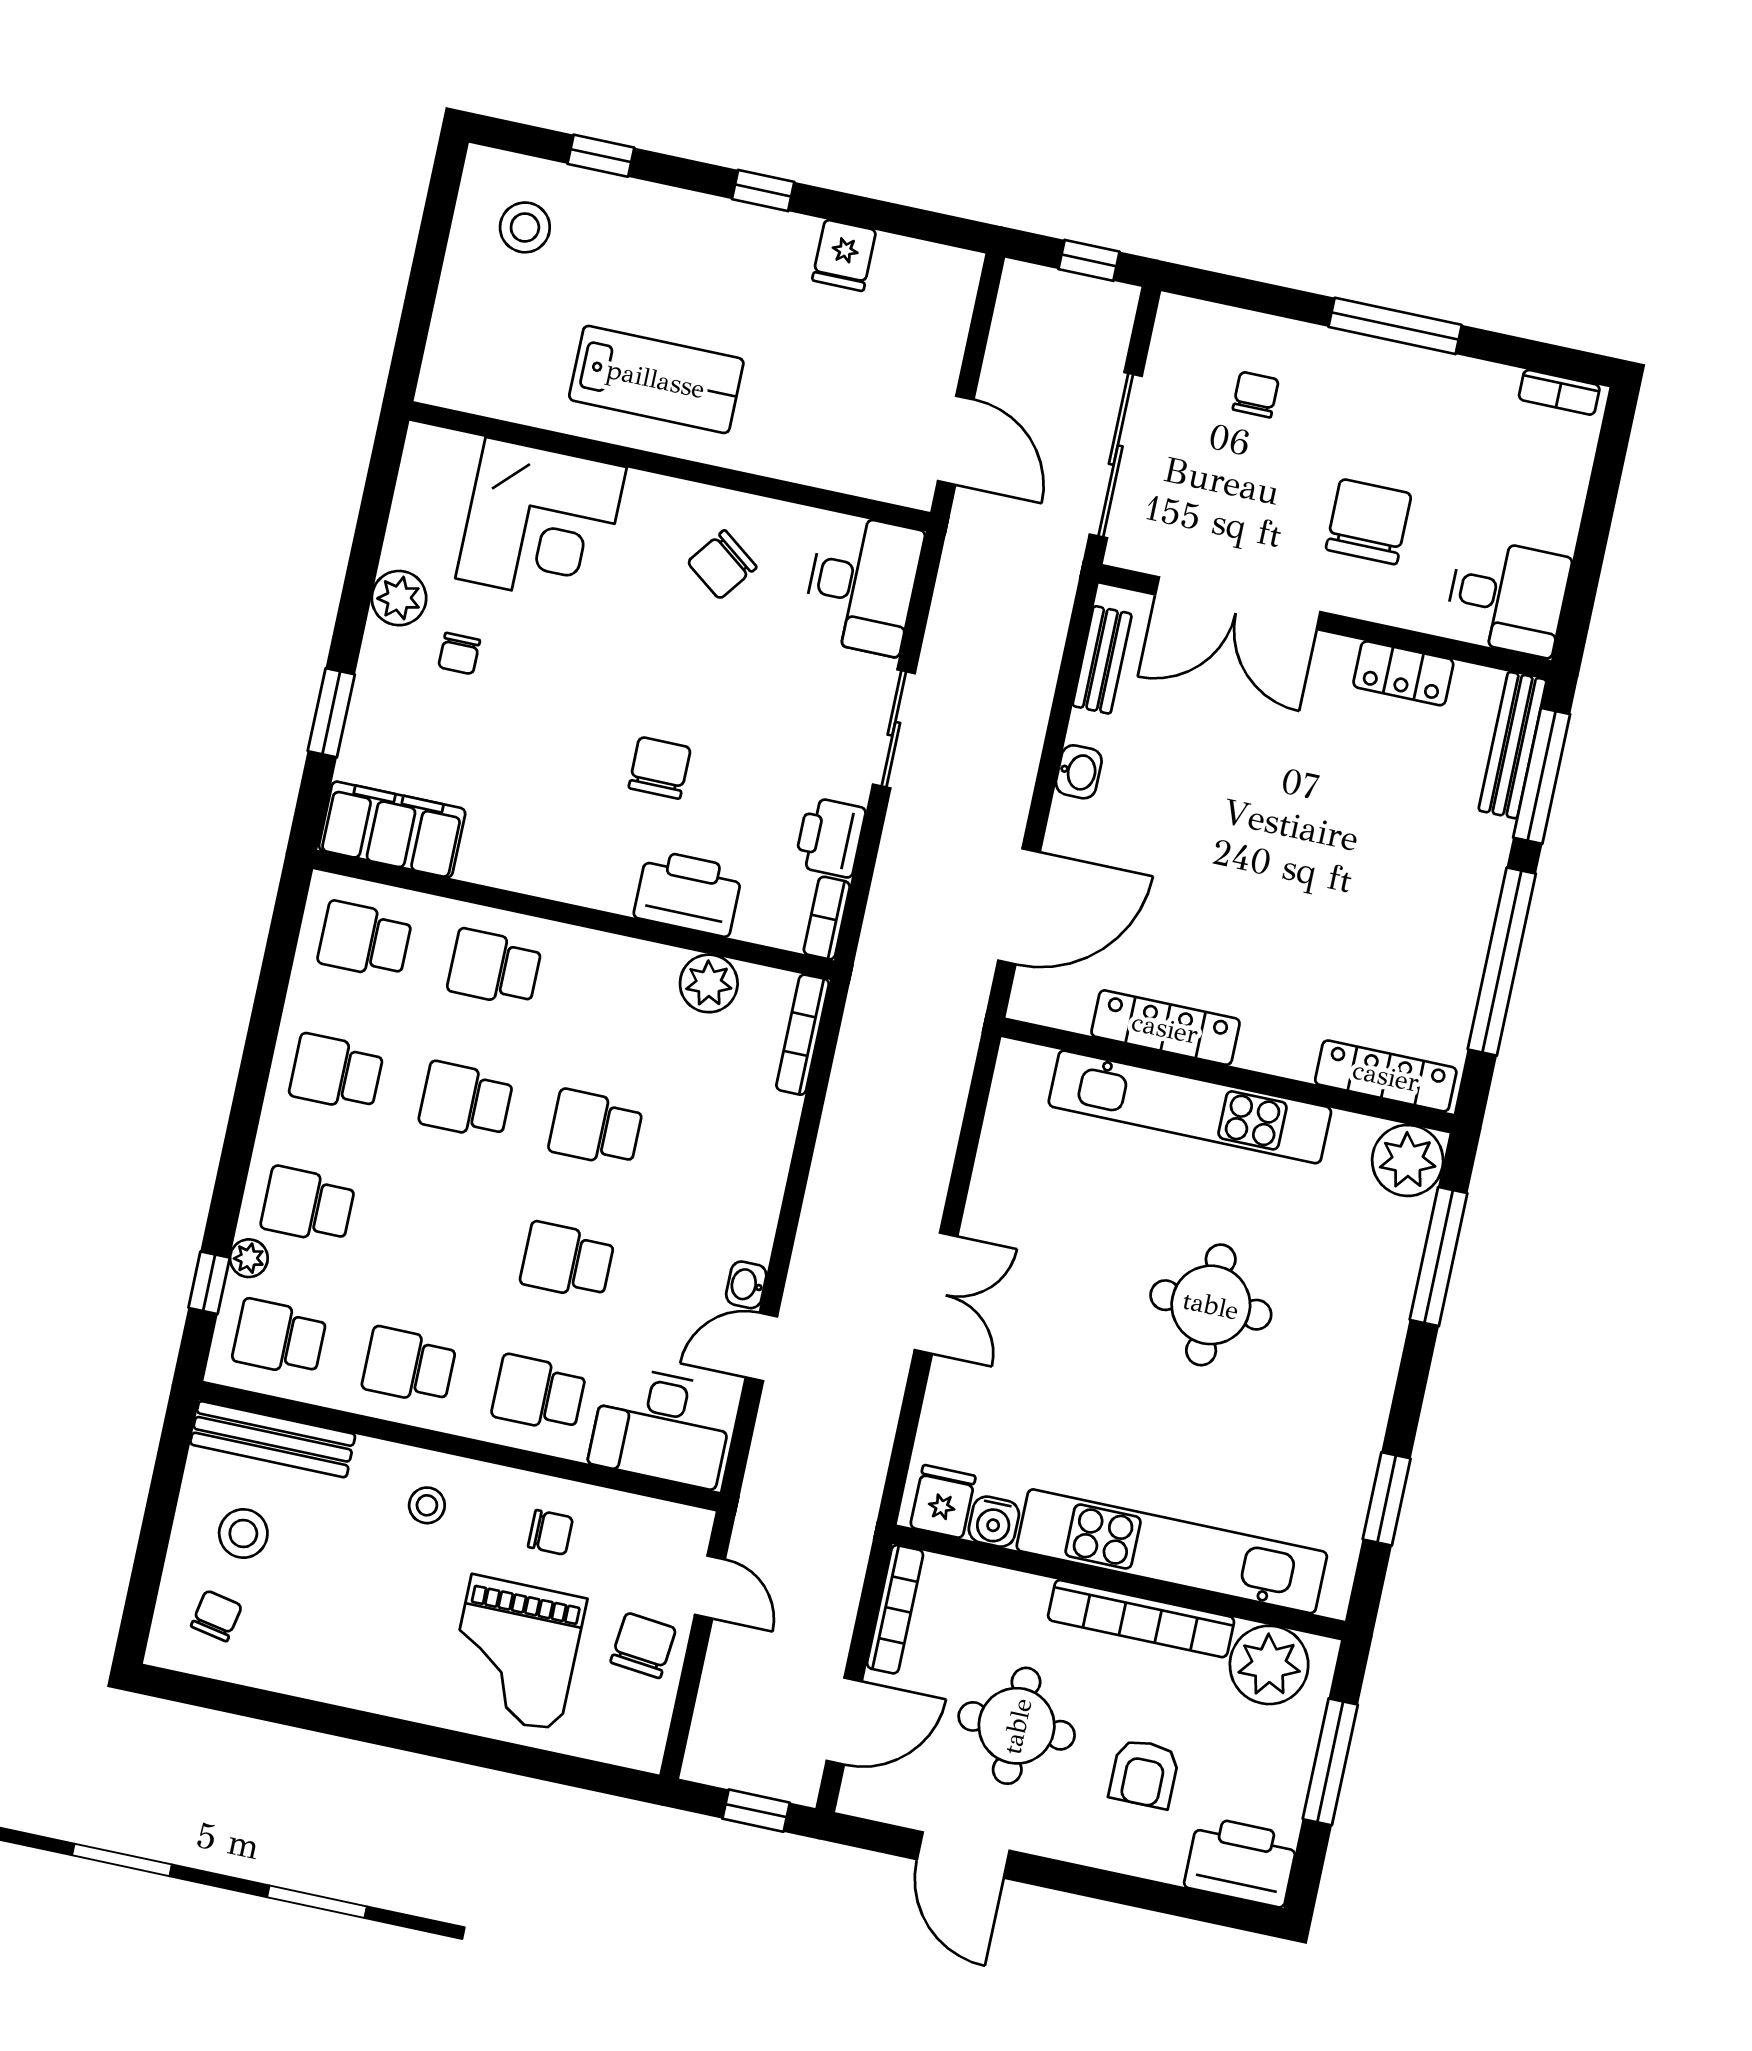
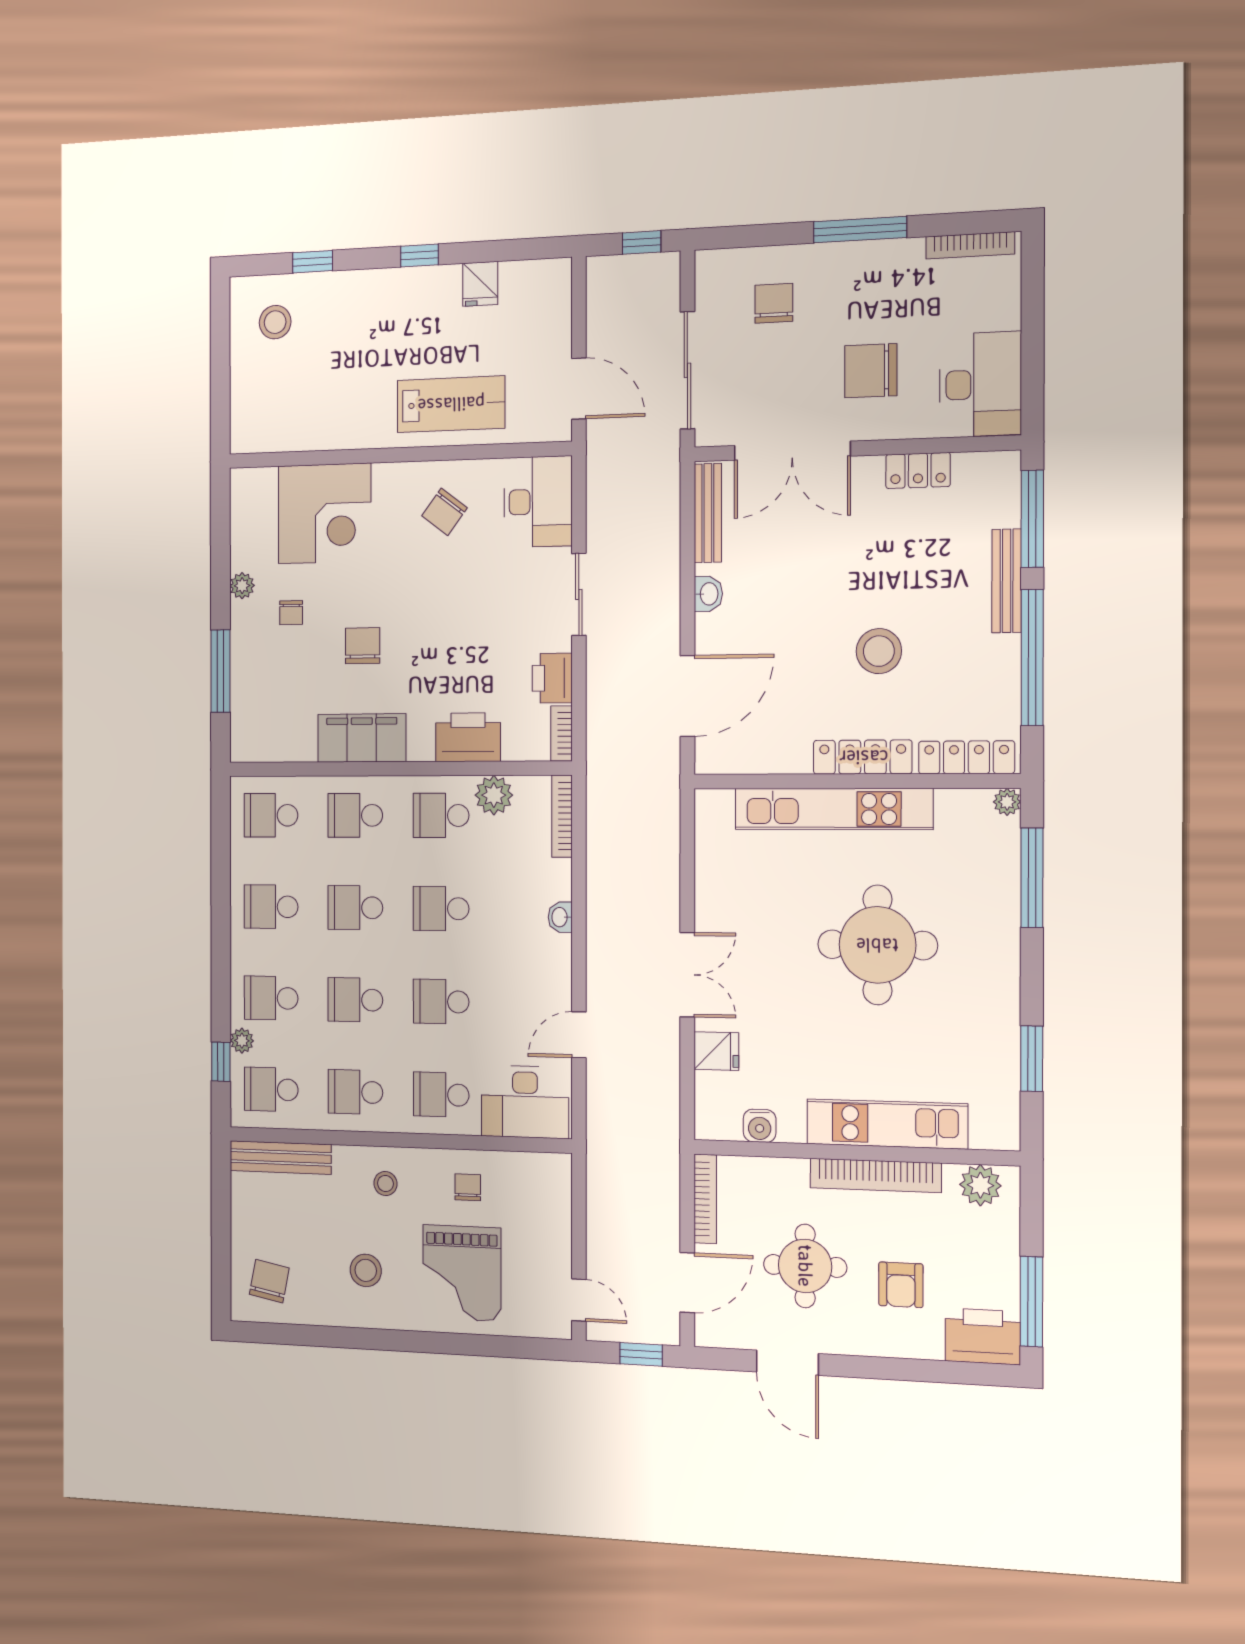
lab bench: (656, 379) -> (451, 404), moved
bookcase: (1559, 392) -> (970, 245), width x1.56
chair: (1256, 395) -> (774, 303), width x1.37, depth x1.37
chair: (1369, 522) -> (871, 371), turned -90
desk: (1507, 597) -> (980, 384), width x1.37
plant: (399, 598) -> (242, 586), width x0.73, depth x0.73
bench: (1102, 660) -> (708, 513), width x1.36
window: (331, 713) -> (220, 671), width x1.44
bench: (1513, 745) -> (1007, 581), moved
chair: (660, 768) -> (363, 646), moved
filing cabinet: (392, 829) -> (362, 738), moved
stool: (1298, 905) -> (879, 651), added
school desk: (624, 995) -> (441, 815), added
locker: (1165, 1028) -> (863, 757), moved
plant: (1408, 1160) -> (1007, 802), width x0.53, depth x0.53
school desk: (438, 1233) -> (355, 1000), added
washbasin: (746, 1285) -> (560, 917), moved
round table: (1211, 1305) -> (877, 945), width x1.36, depth x1.36
fridge: (943, 1502) -> (716, 1051), moved, turned 90
chair: (551, 1532) -> (468, 1187), turned -90
stool: (243, 1534) -> (366, 1270), moved
kitchen unit: (1172, 1551) -> (887, 1124), width x0.73
door: (710, 1587) -> (579, 1300), moved
chair: (216, 1616) -> (269, 1281), width x1.37, depth x1.37
chair: (643, 1645) -> (543, 1253), removed
plant: (1269, 1665) -> (980, 1185), width x0.73, depth x0.73
window: (1330, 1762) -> (1031, 1302), moved

